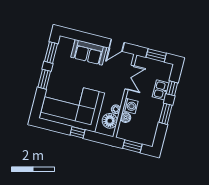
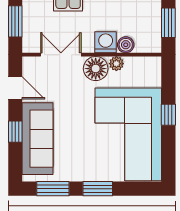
window: (91, 39) -> (15, 132), added
sofa: (89, 52) -> (37, 139), width x1.36
floor lamp: (110, 121) -> (96, 69), moved

